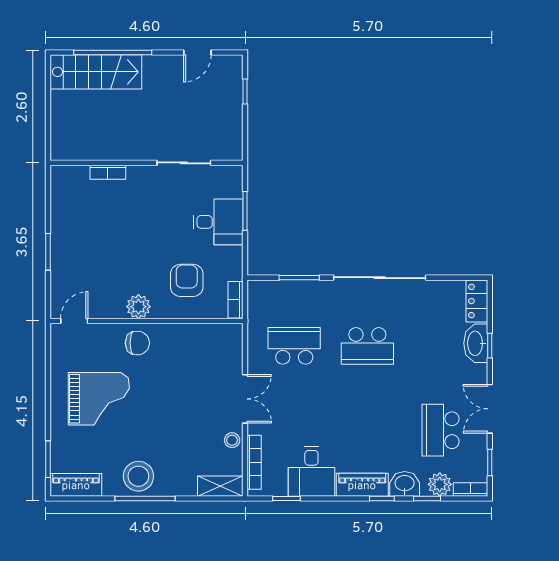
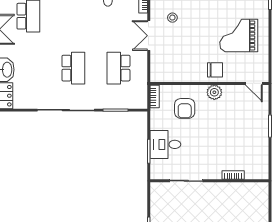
door: (74, 321) -> (254, 83), hinge flipped
chair: (137, 343) -> (215, 70), turned 180
school desk: (294, 346) -> (118, 68), turned 90
school desk: (367, 346) -> (73, 68), turned 90
stool: (232, 440) -> (172, 18), moved

